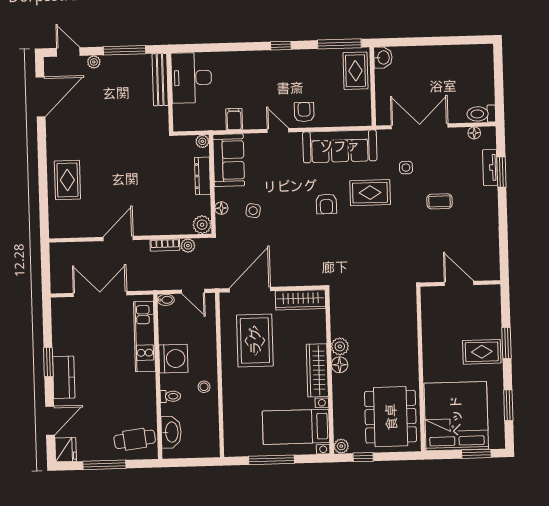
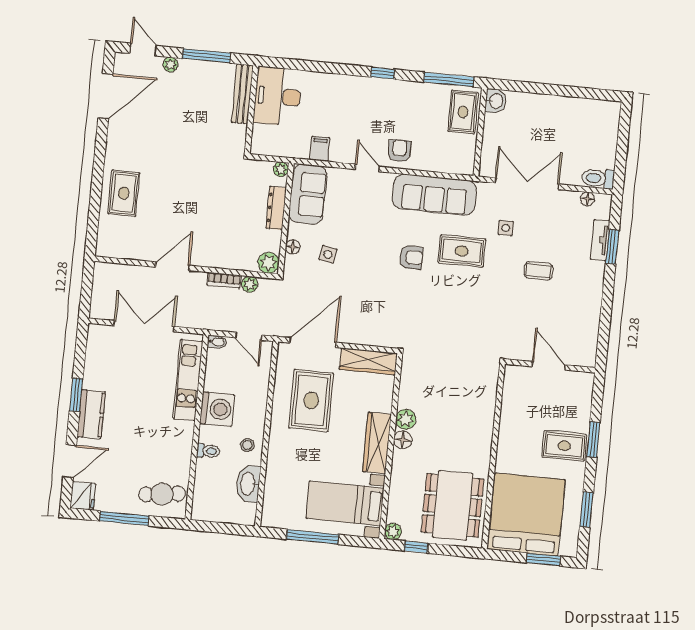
armchair: (326, 204) -> (411, 257), turned -90
washbasin: (171, 432) -> (248, 484), moved, turned 180

